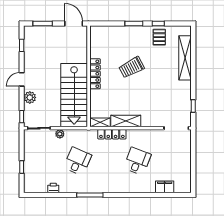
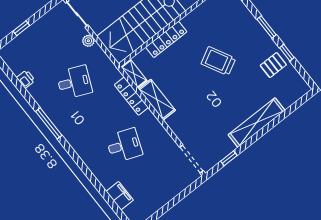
shelving: (185, 58) -> (257, 122), moved
locker: (95, 74) -> (166, 39), moved

